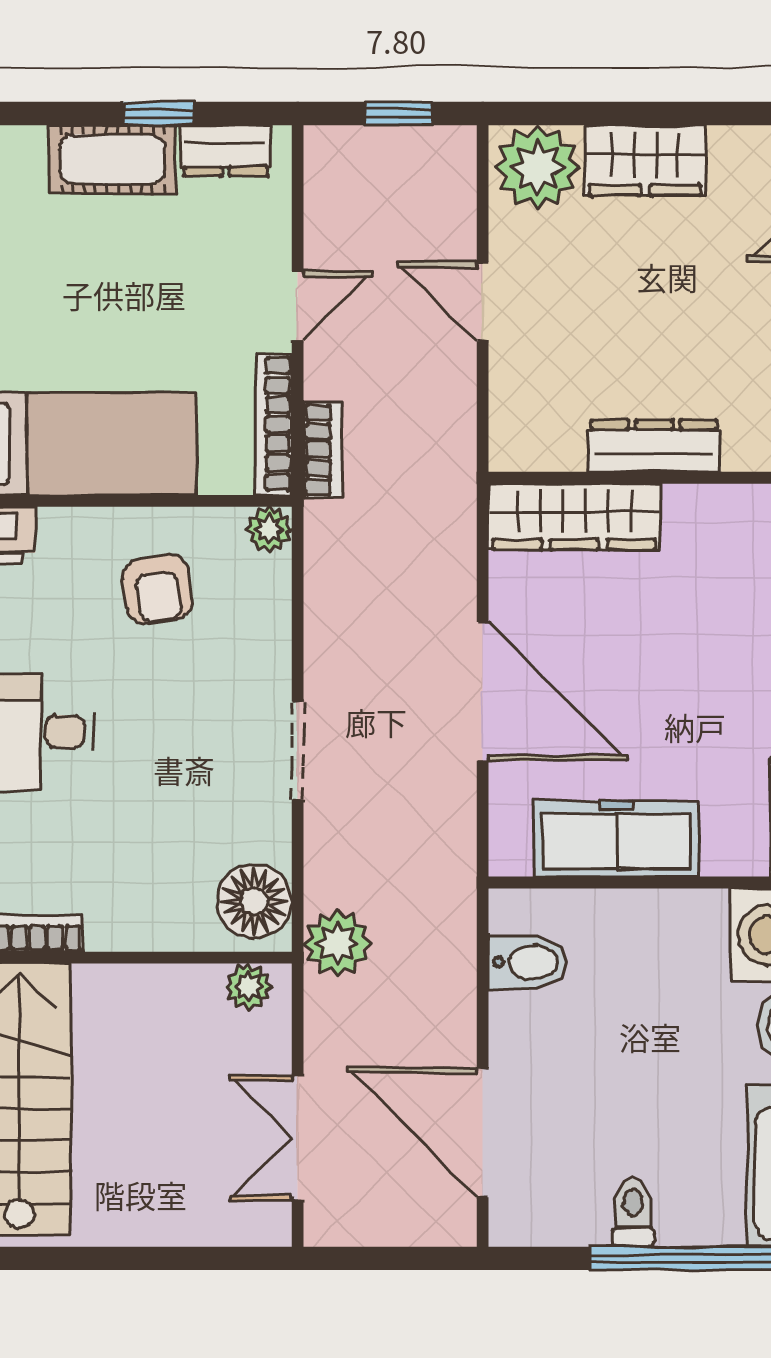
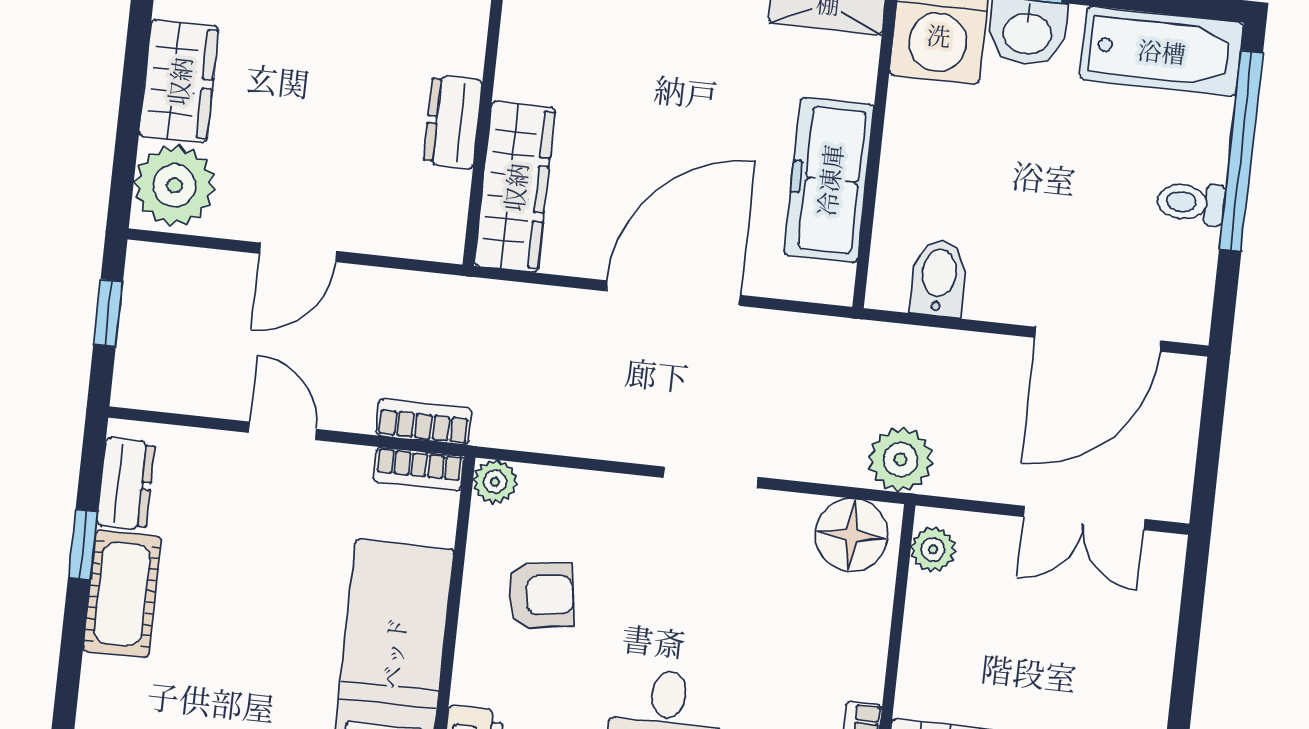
bookcase: (274, 424) -> (419, 469), width x0.64
dresser: (654, 446) -> (453, 122), width x0.70

